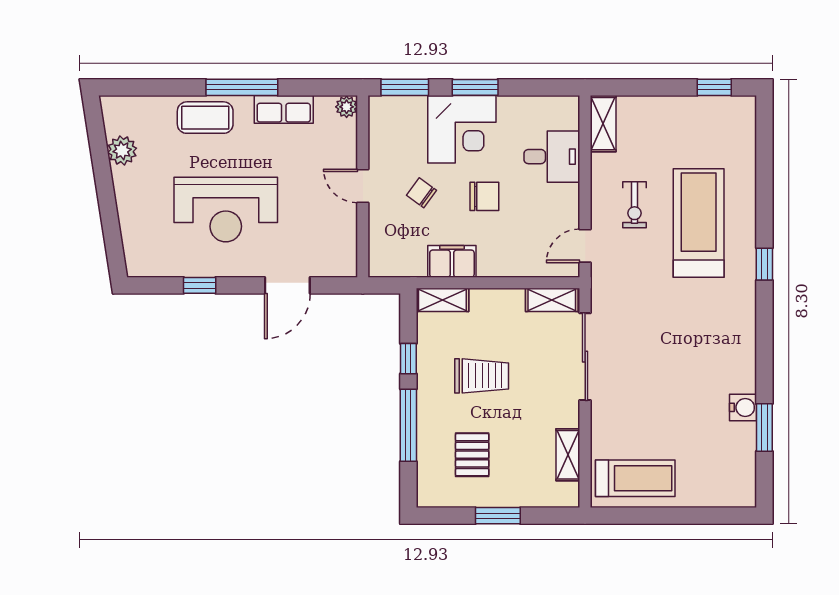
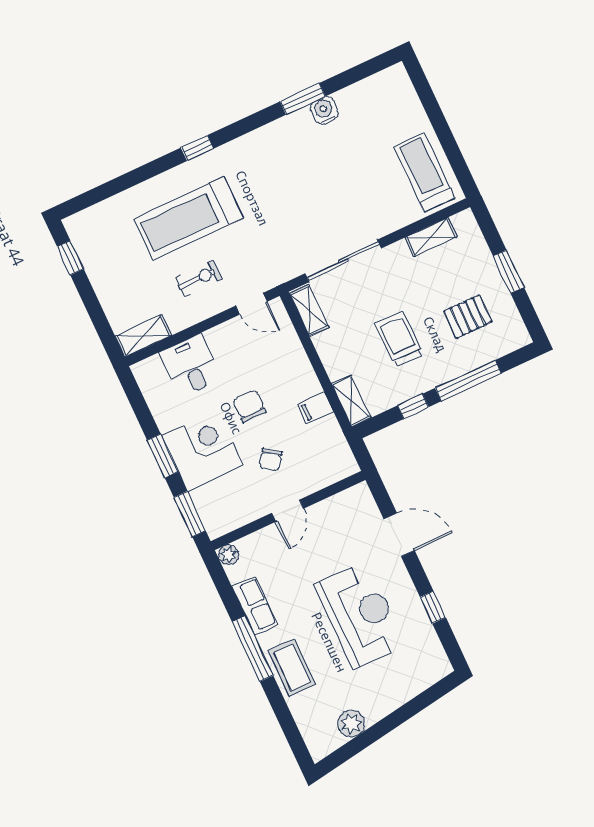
filing cabinet: (452, 261) -> (316, 408), width x0.50
window: (764, 428) -> (303, 99), moved

